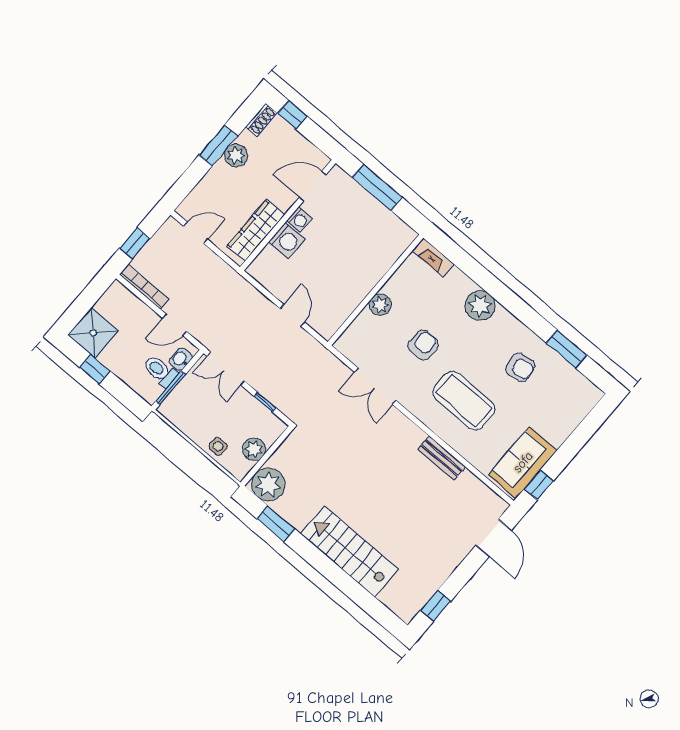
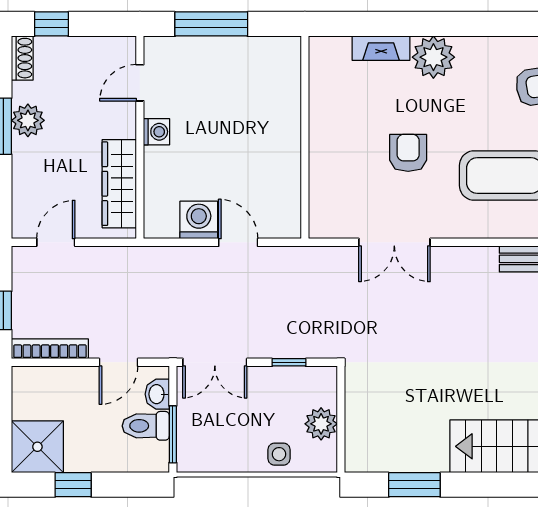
door: (313, 186) -> (140, 83), width x0.73
washing machine: (287, 240) -> (199, 220), moved, turned -90
fireplace: (433, 257) -> (381, 48), moved
plant: (380, 305) -> (324, 149), removed
plant: (268, 485) -> (369, 449), removed

